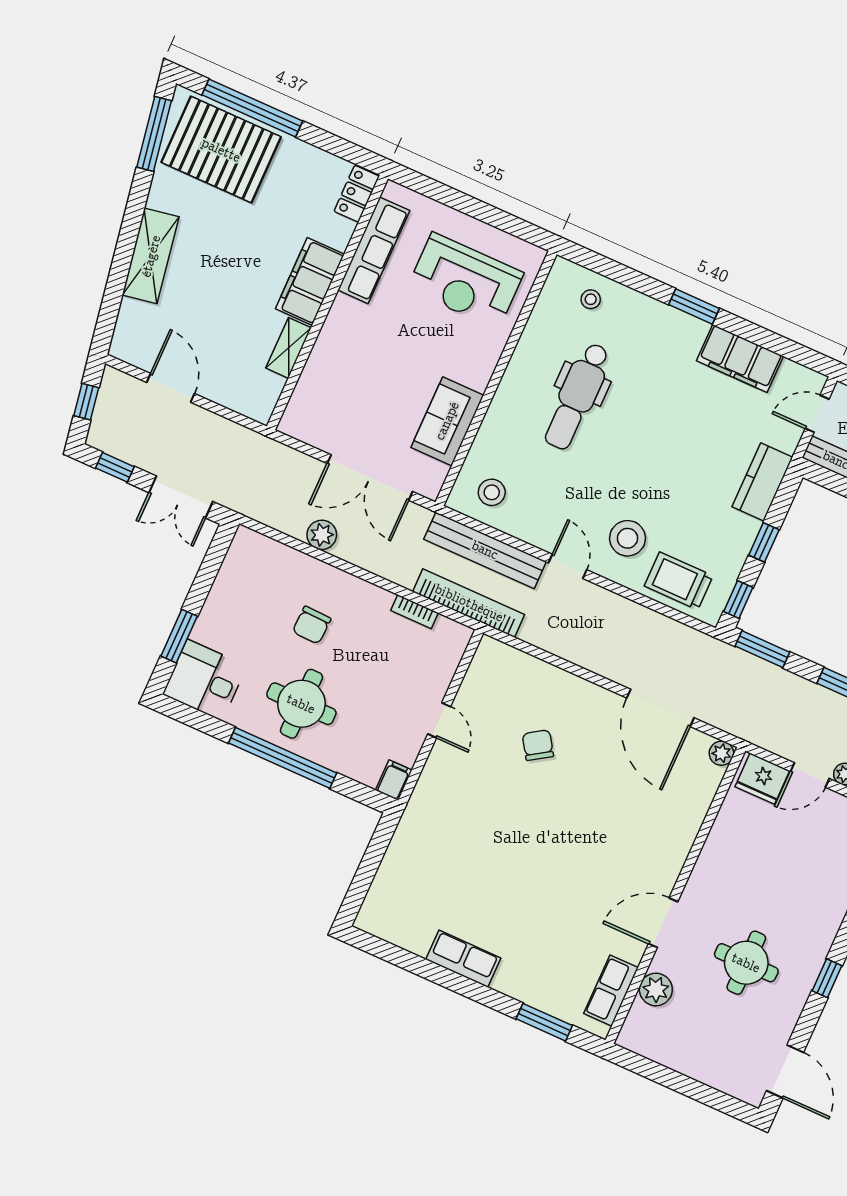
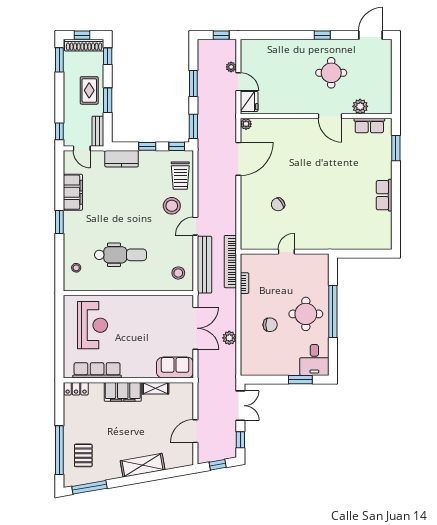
pallet: (221, 150) -> (83, 455), width x0.49, depth x0.50
sofa: (447, 421) -> (175, 368), moved, turned 180
filing cabinet: (394, 780) -> (321, 260), removed

